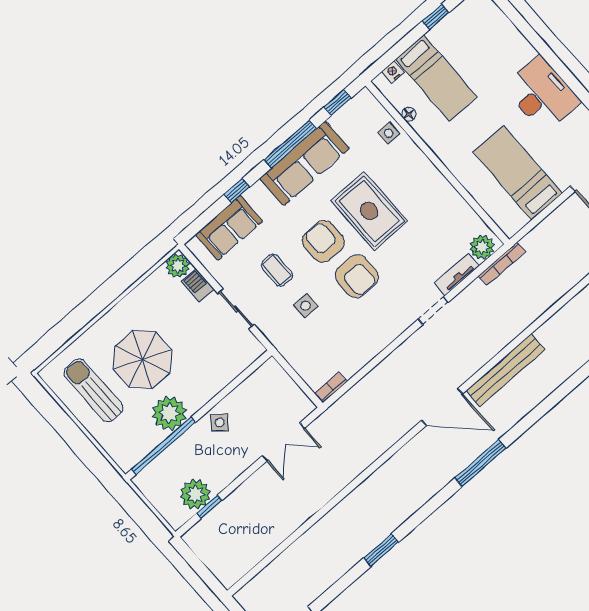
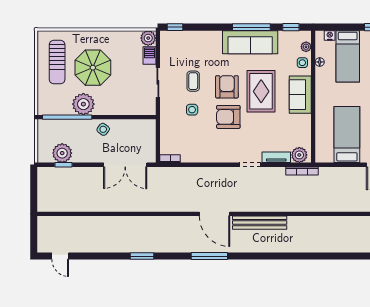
plant: (376, 110) -> (306, 47), added
window: (237, 191) -> (175, 27), moved
sofa: (229, 228) -> (300, 95), moved, turned 90
armchair: (357, 276) -> (228, 117), turned 90
sun lounger: (93, 390) -> (57, 62), turned 180
double door: (283, 442) -> (125, 165), width x1.37
window: (381, 550) -> (142, 256), moved

